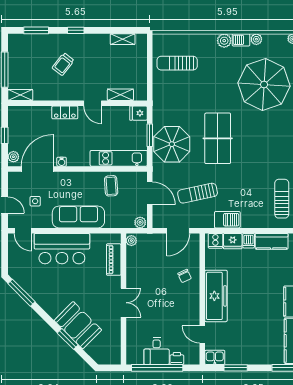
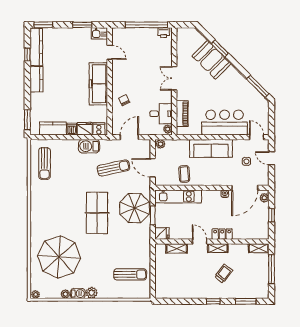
shelving: (123, 39) -> (218, 248), moved
desk: (157, 351) -> (161, 114), moved, turned 90
printer: (177, 358) -> (164, 33), moved

